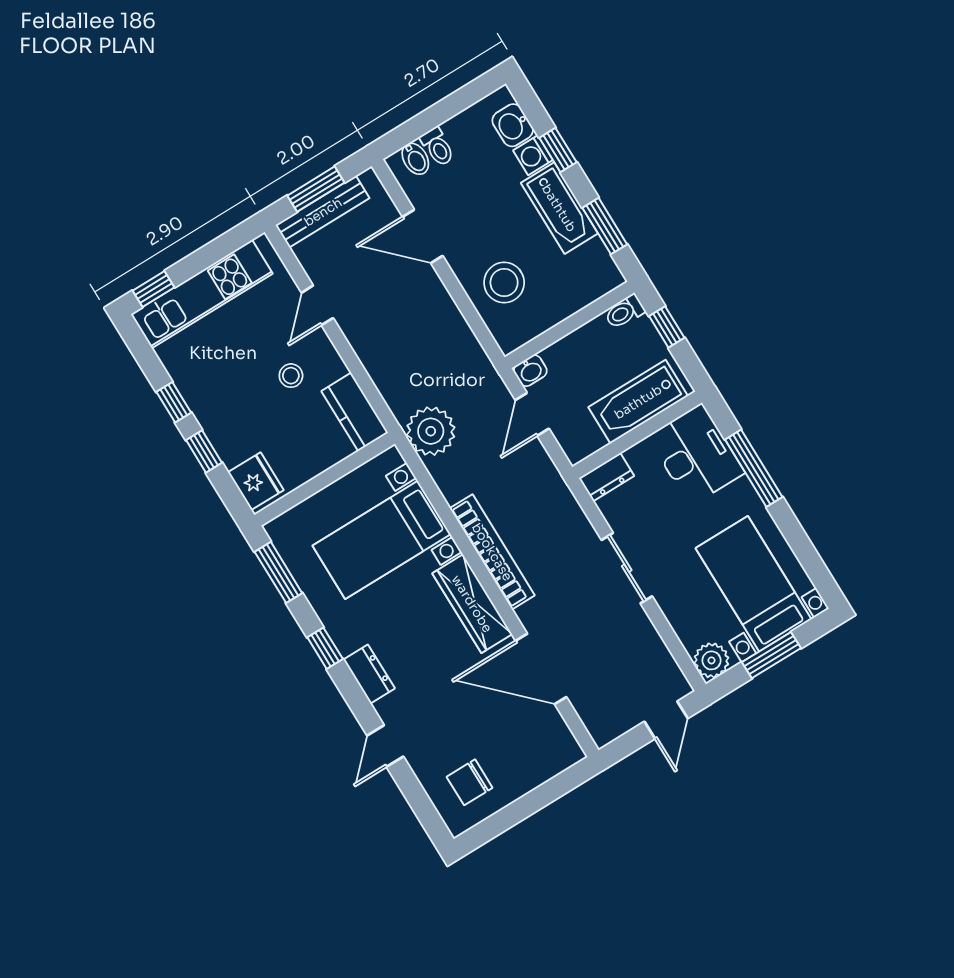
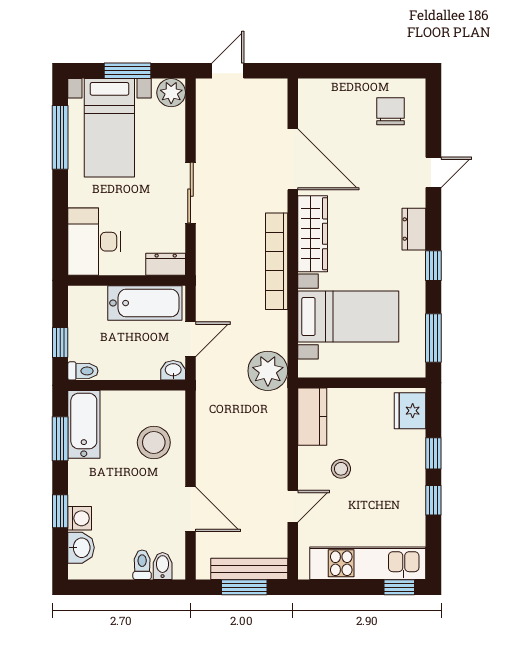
bathtub: (559, 208) -> (84, 424), moved
bathtub: (638, 402) -> (145, 303), moved
window: (754, 468) -> (60, 137), moved
chair: (470, 782) -> (390, 111), turned -90

